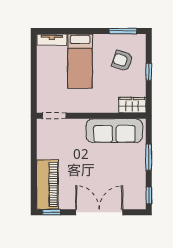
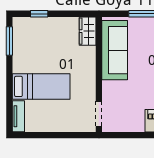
armchair: (122, 61) -> (41, 42), removed
window: (149, 72) -> (39, 14), moved

